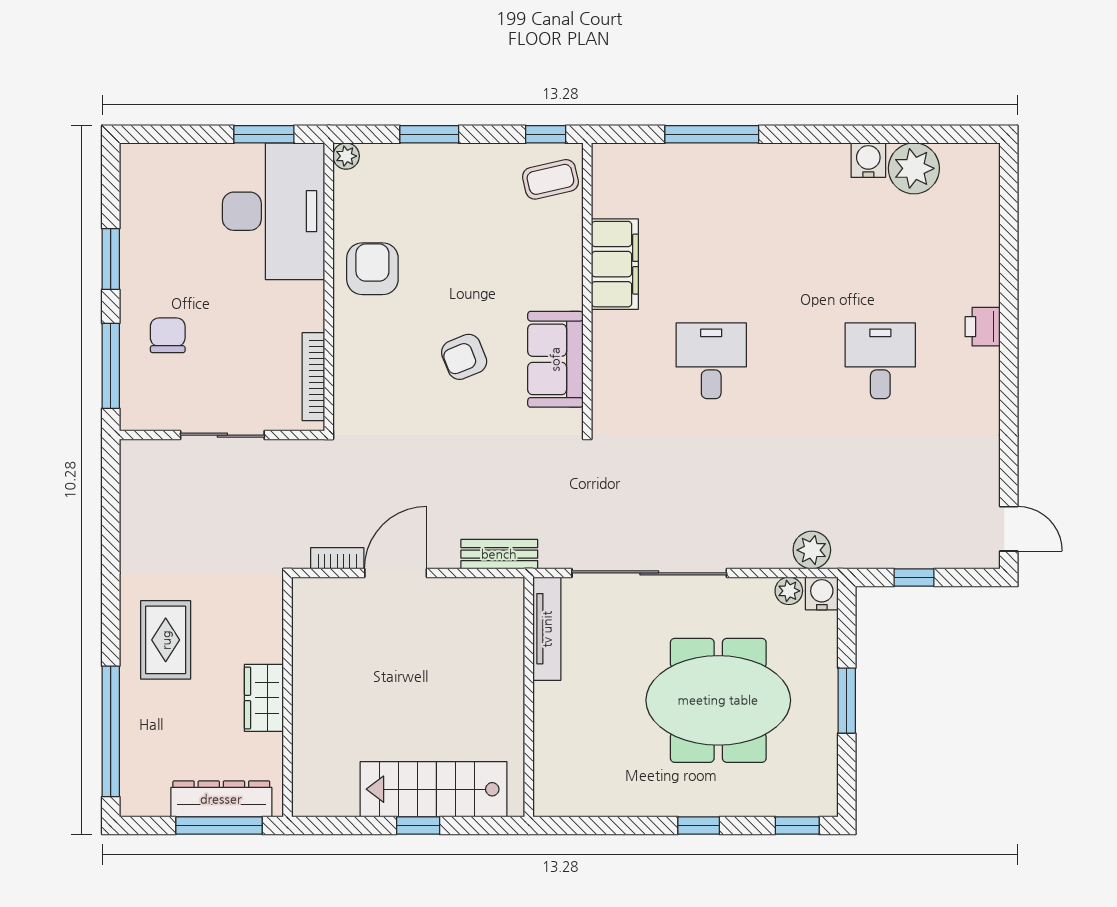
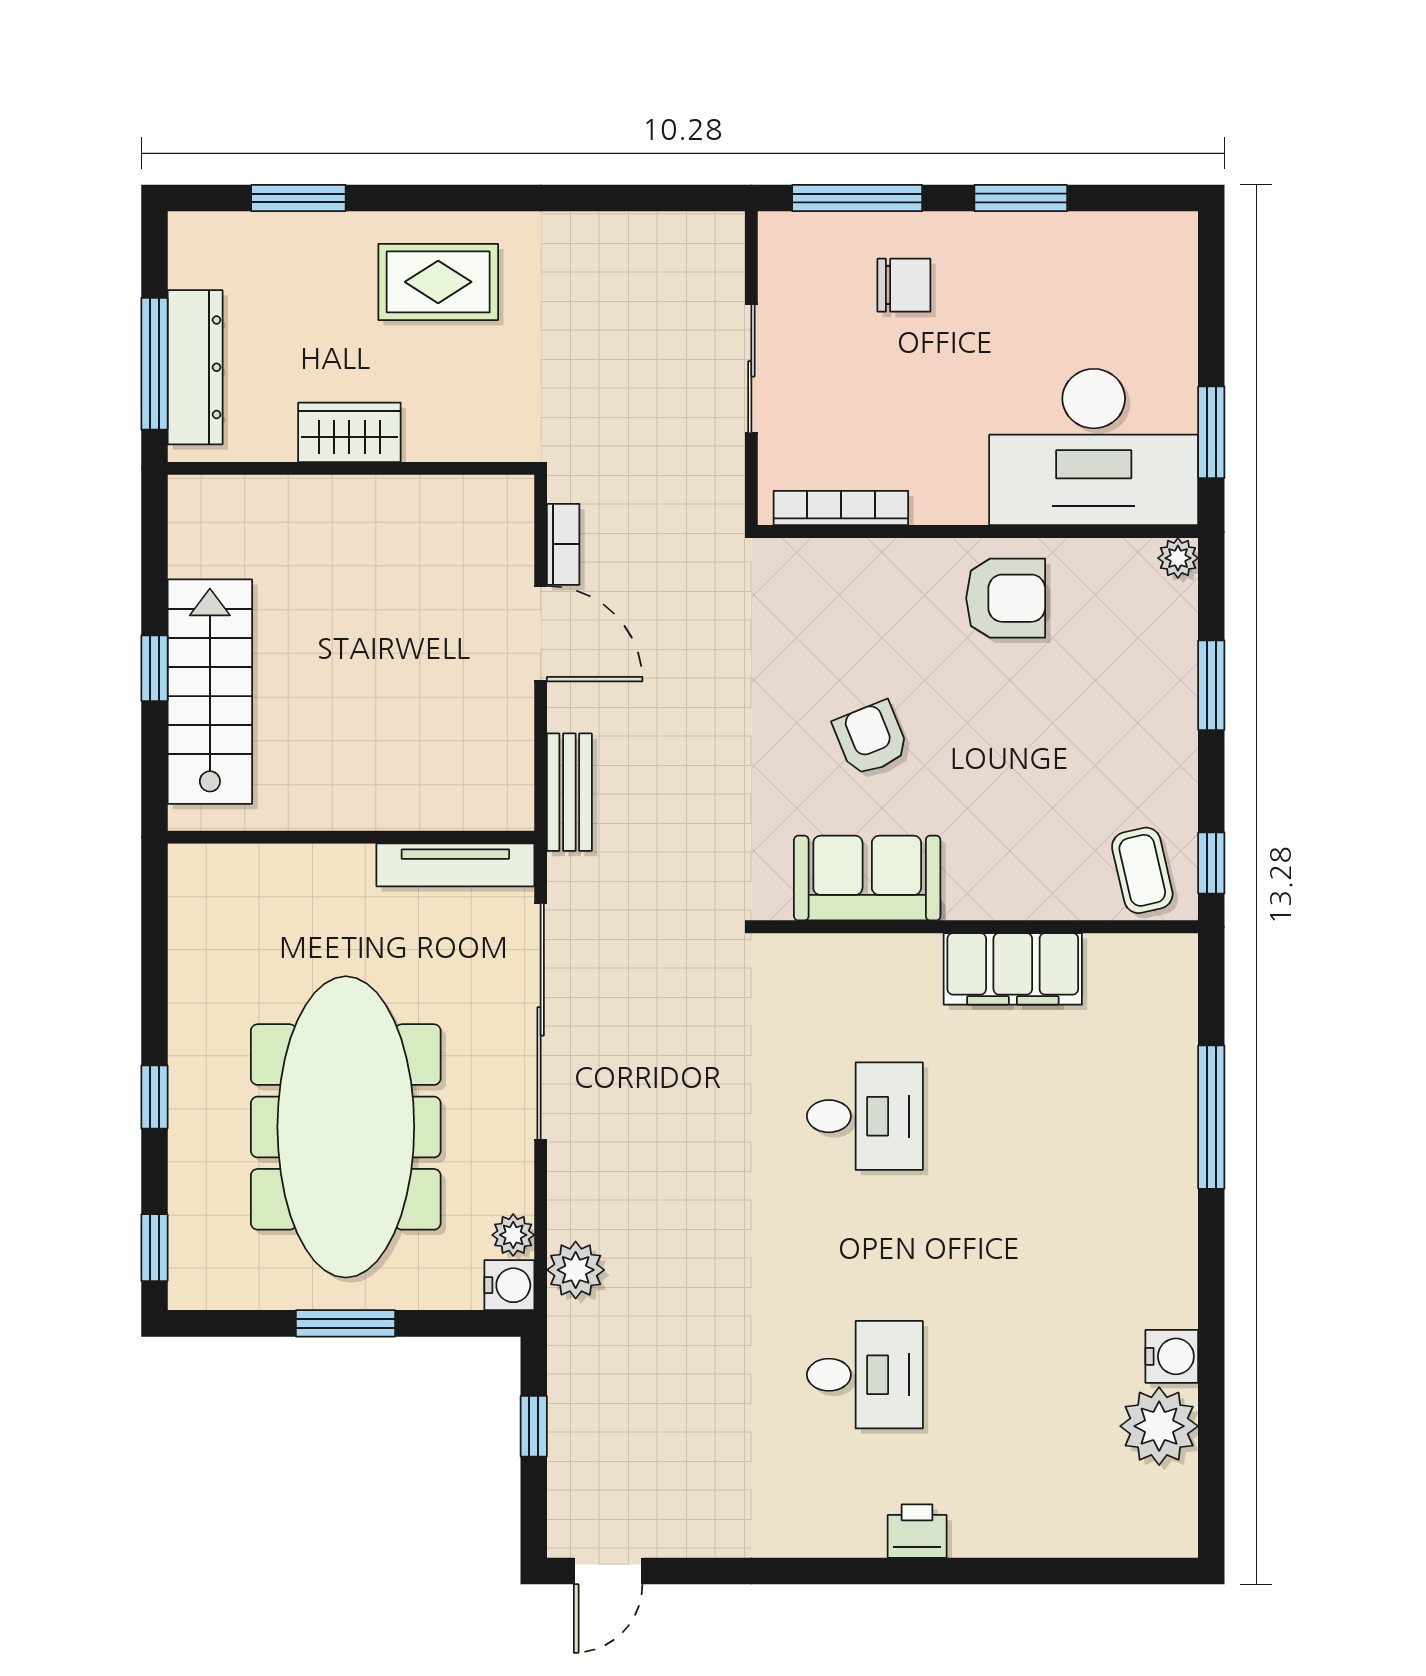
meeting table: (718, 700) -> (346, 1127), width x1.36
window: (111, 731) -> (298, 198), width x0.47

